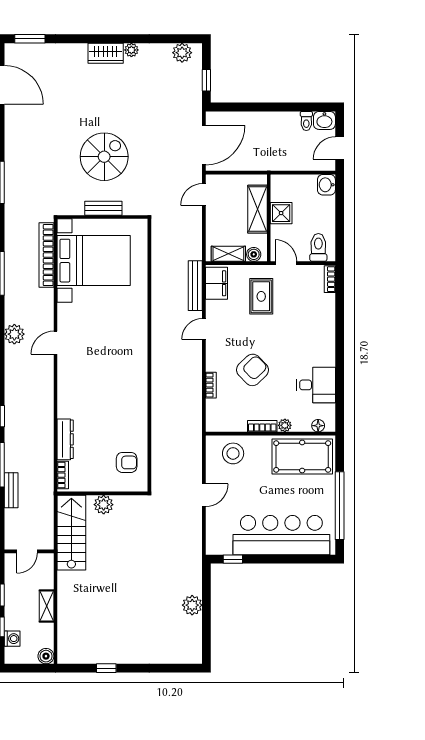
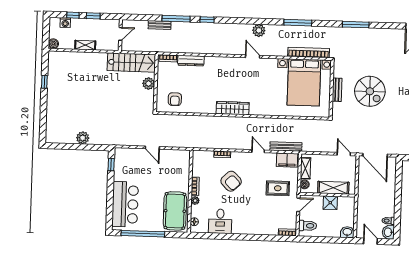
wardrobe: (138, 371) -> (233, 108), added
stool: (233, 453) -> (178, 167), removed
bar counter: (281, 535) -> (125, 204), width x0.73
door: (27, 551) -> (120, 34), swing flipped

